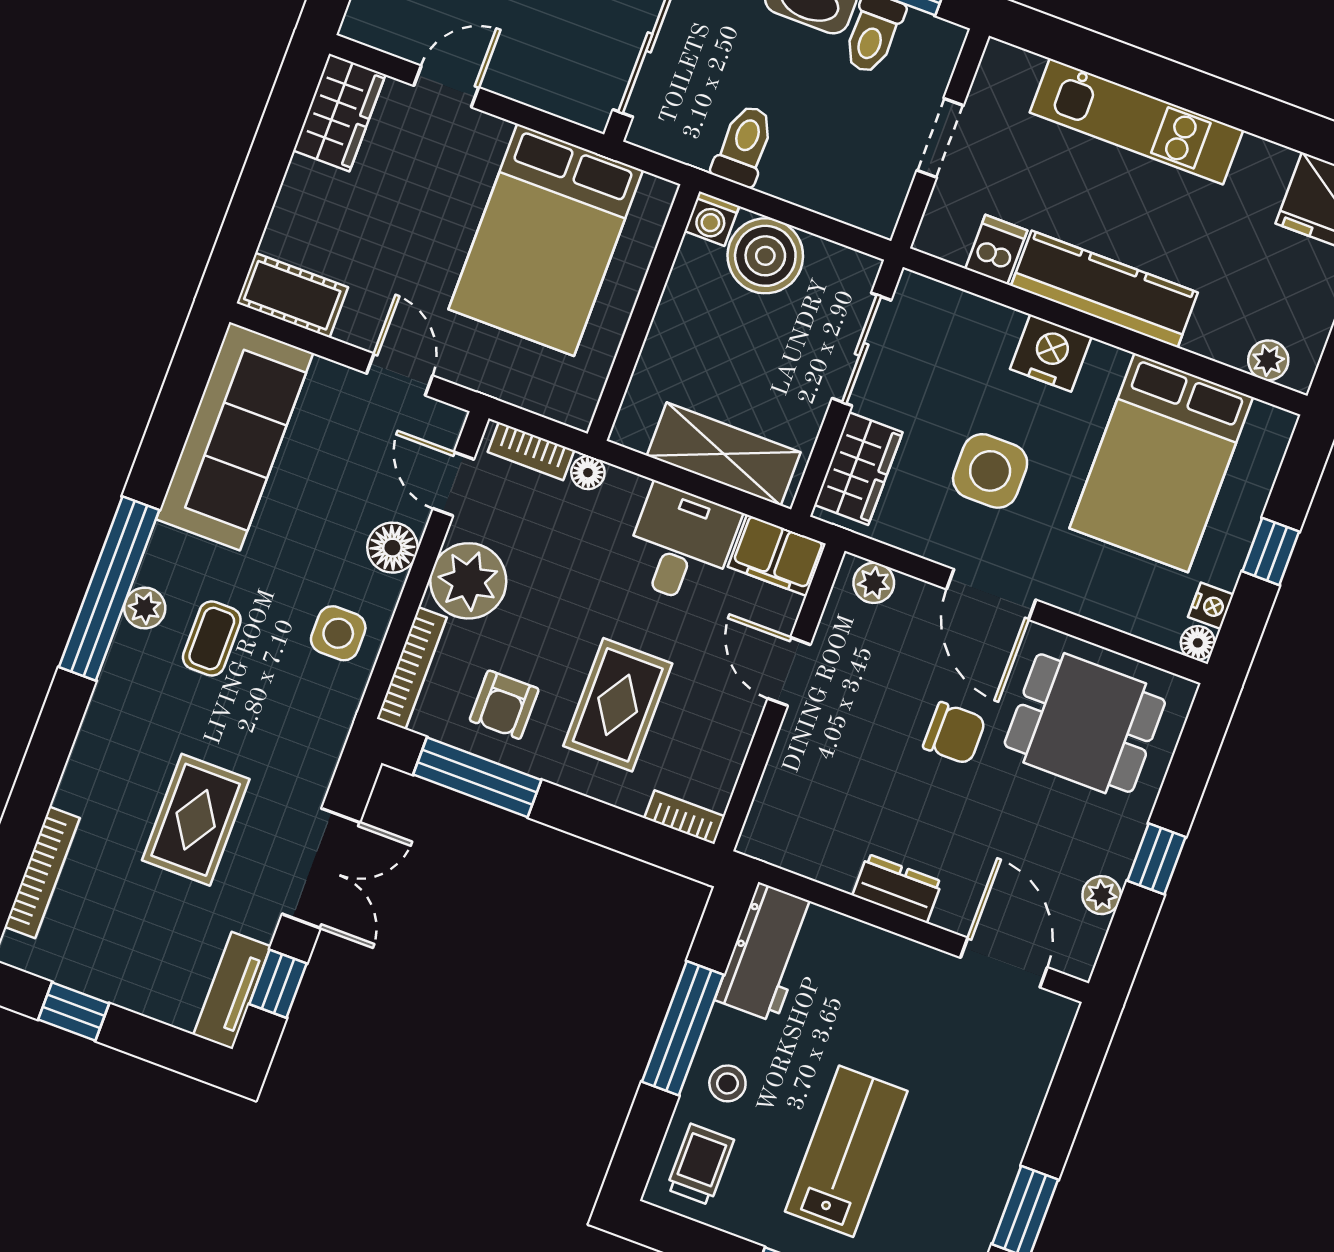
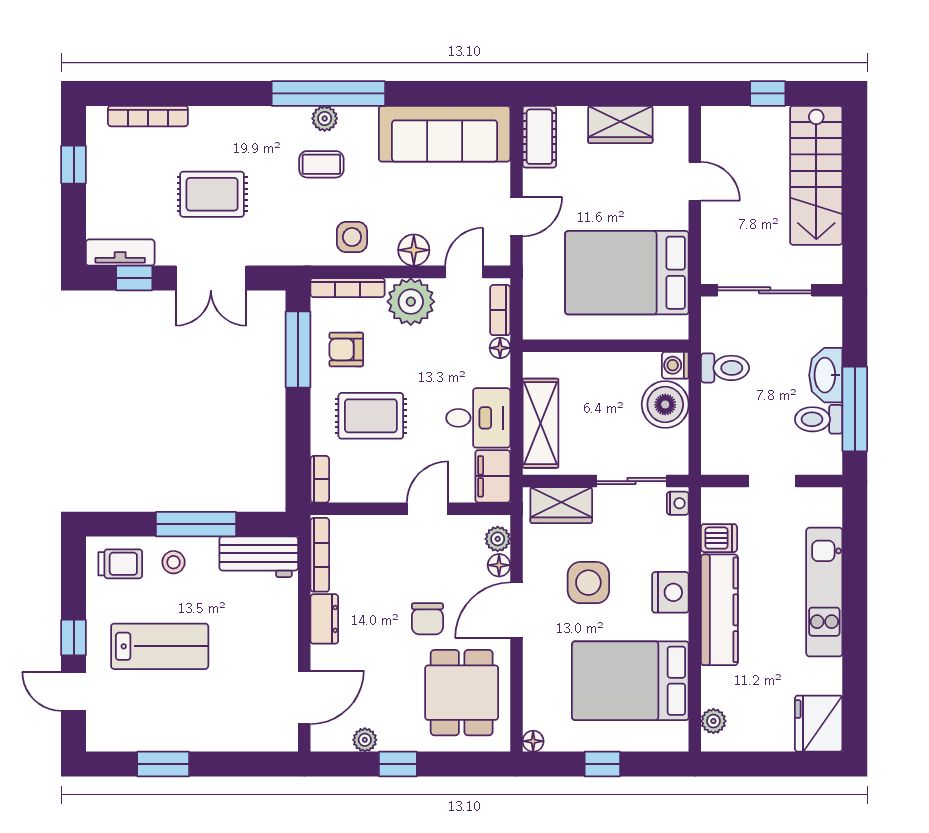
wardrobe: (339, 112) -> (620, 125), moved
floor lamp: (914, 596) -> (499, 565), added
nightstand: (1211, 606) -> (678, 503), moved, turned -90
bookcase: (798, 859) -> (320, 555), added

